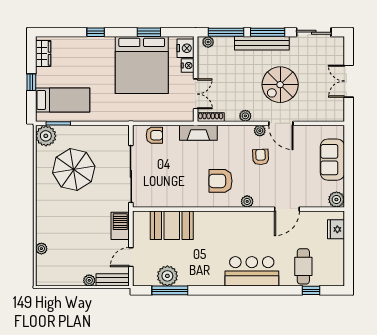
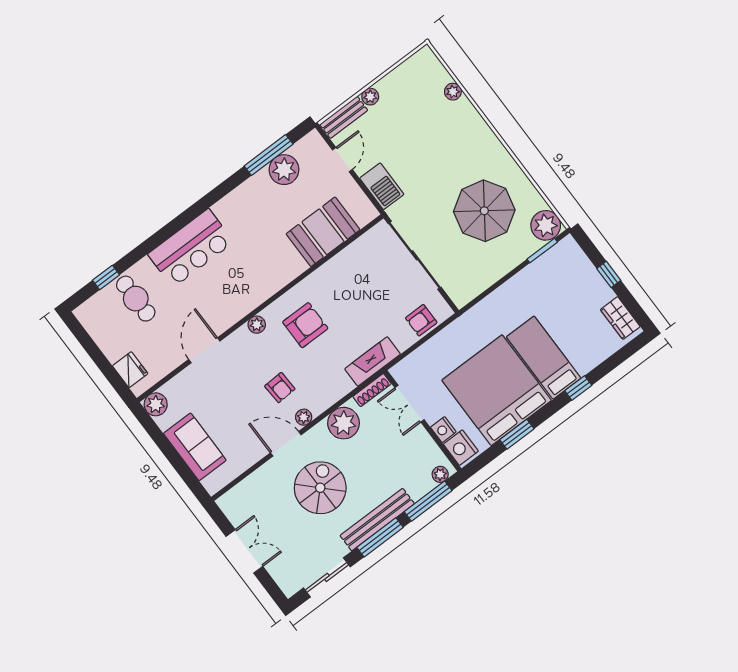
bed: (63, 100) -> (544, 358), moved, turned 90
plant: (245, 116) -> (343, 423), width x1.88, depth x1.88

